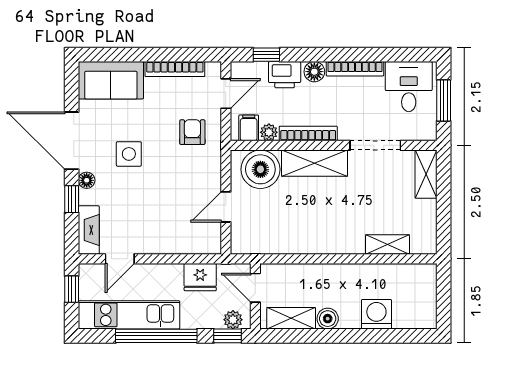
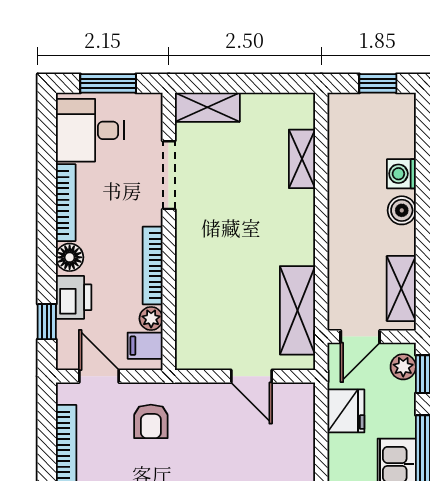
armchair: (192, 132) -> (151, 421), turned -90
shelving: (314, 163) -> (297, 310), moved
boiler: (260, 169) -> (201, 330), removed
window: (444, 301) -> (378, 83), added
washing machine: (376, 314) -> (401, 174), width x0.73, depth x0.73
boiler: (328, 319) -> (402, 210), moved

